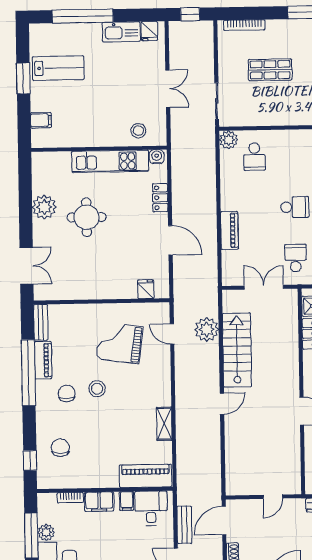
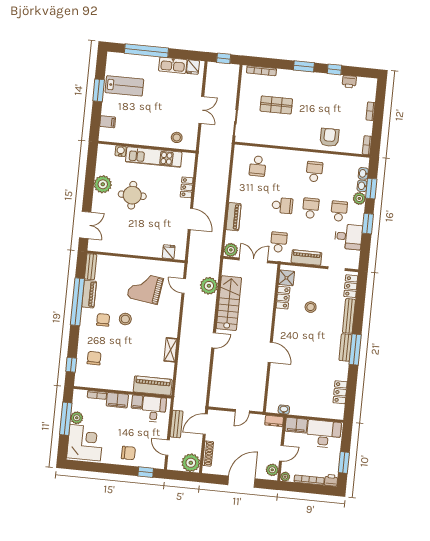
plant: (229, 140) -> (231, 250), moved
water cooler: (157, 157) -> (121, 151), moved

